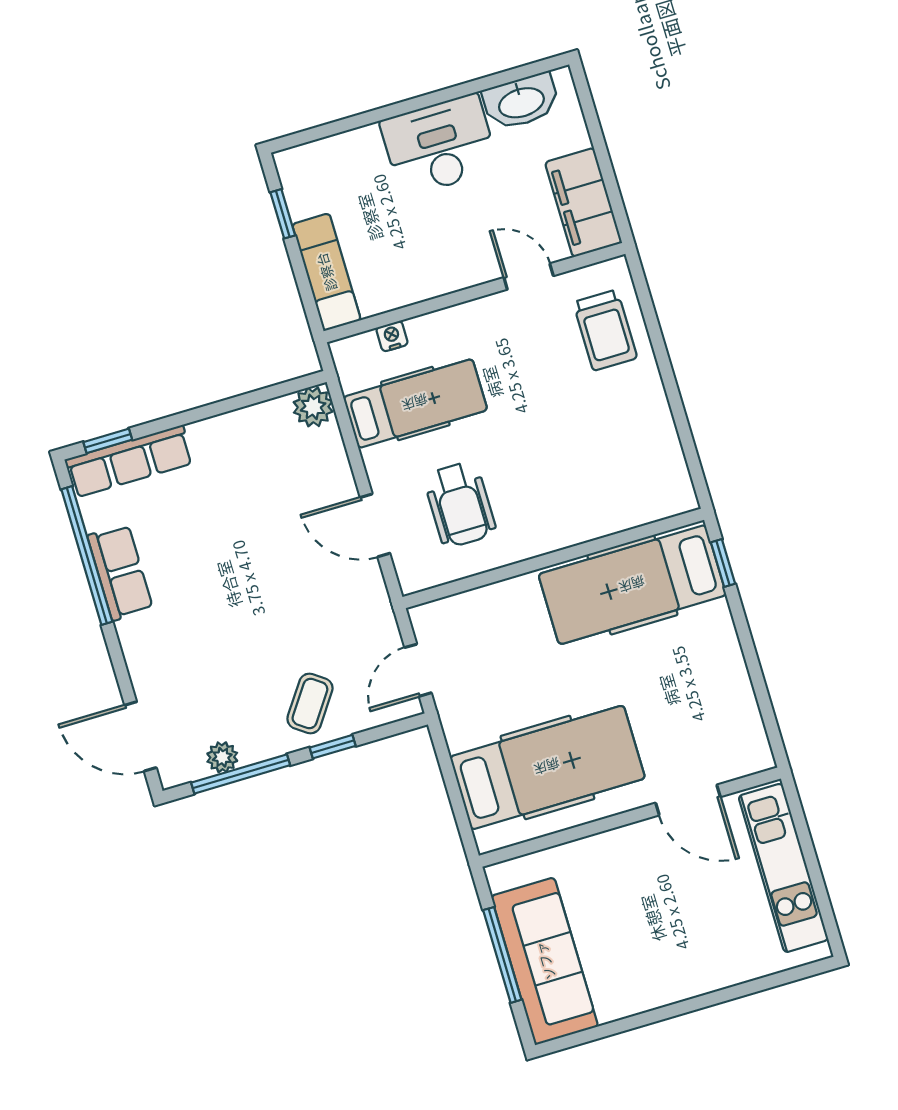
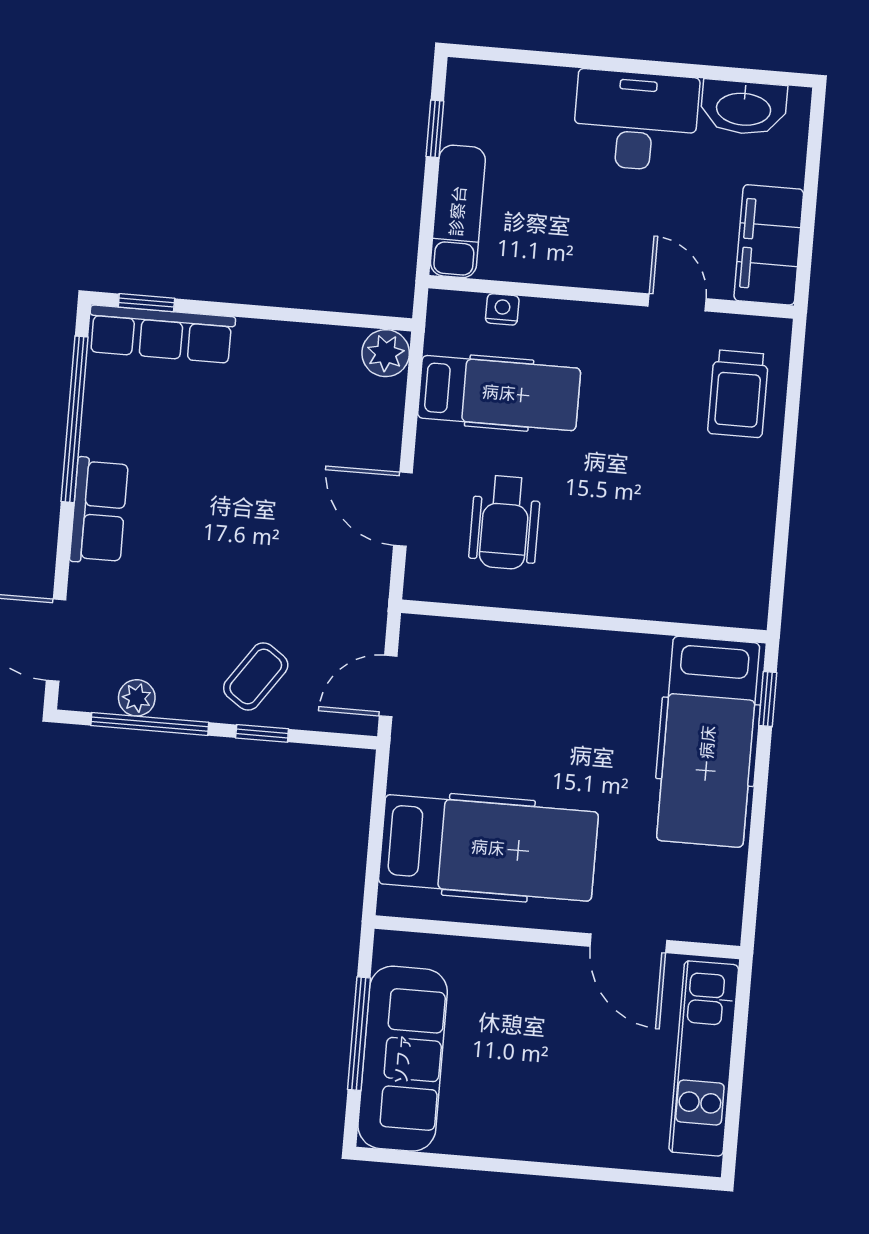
row of seats: (120, 572) -> (99, 511), moved
hospital bed: (632, 585) -> (708, 742), moved, turned -90

